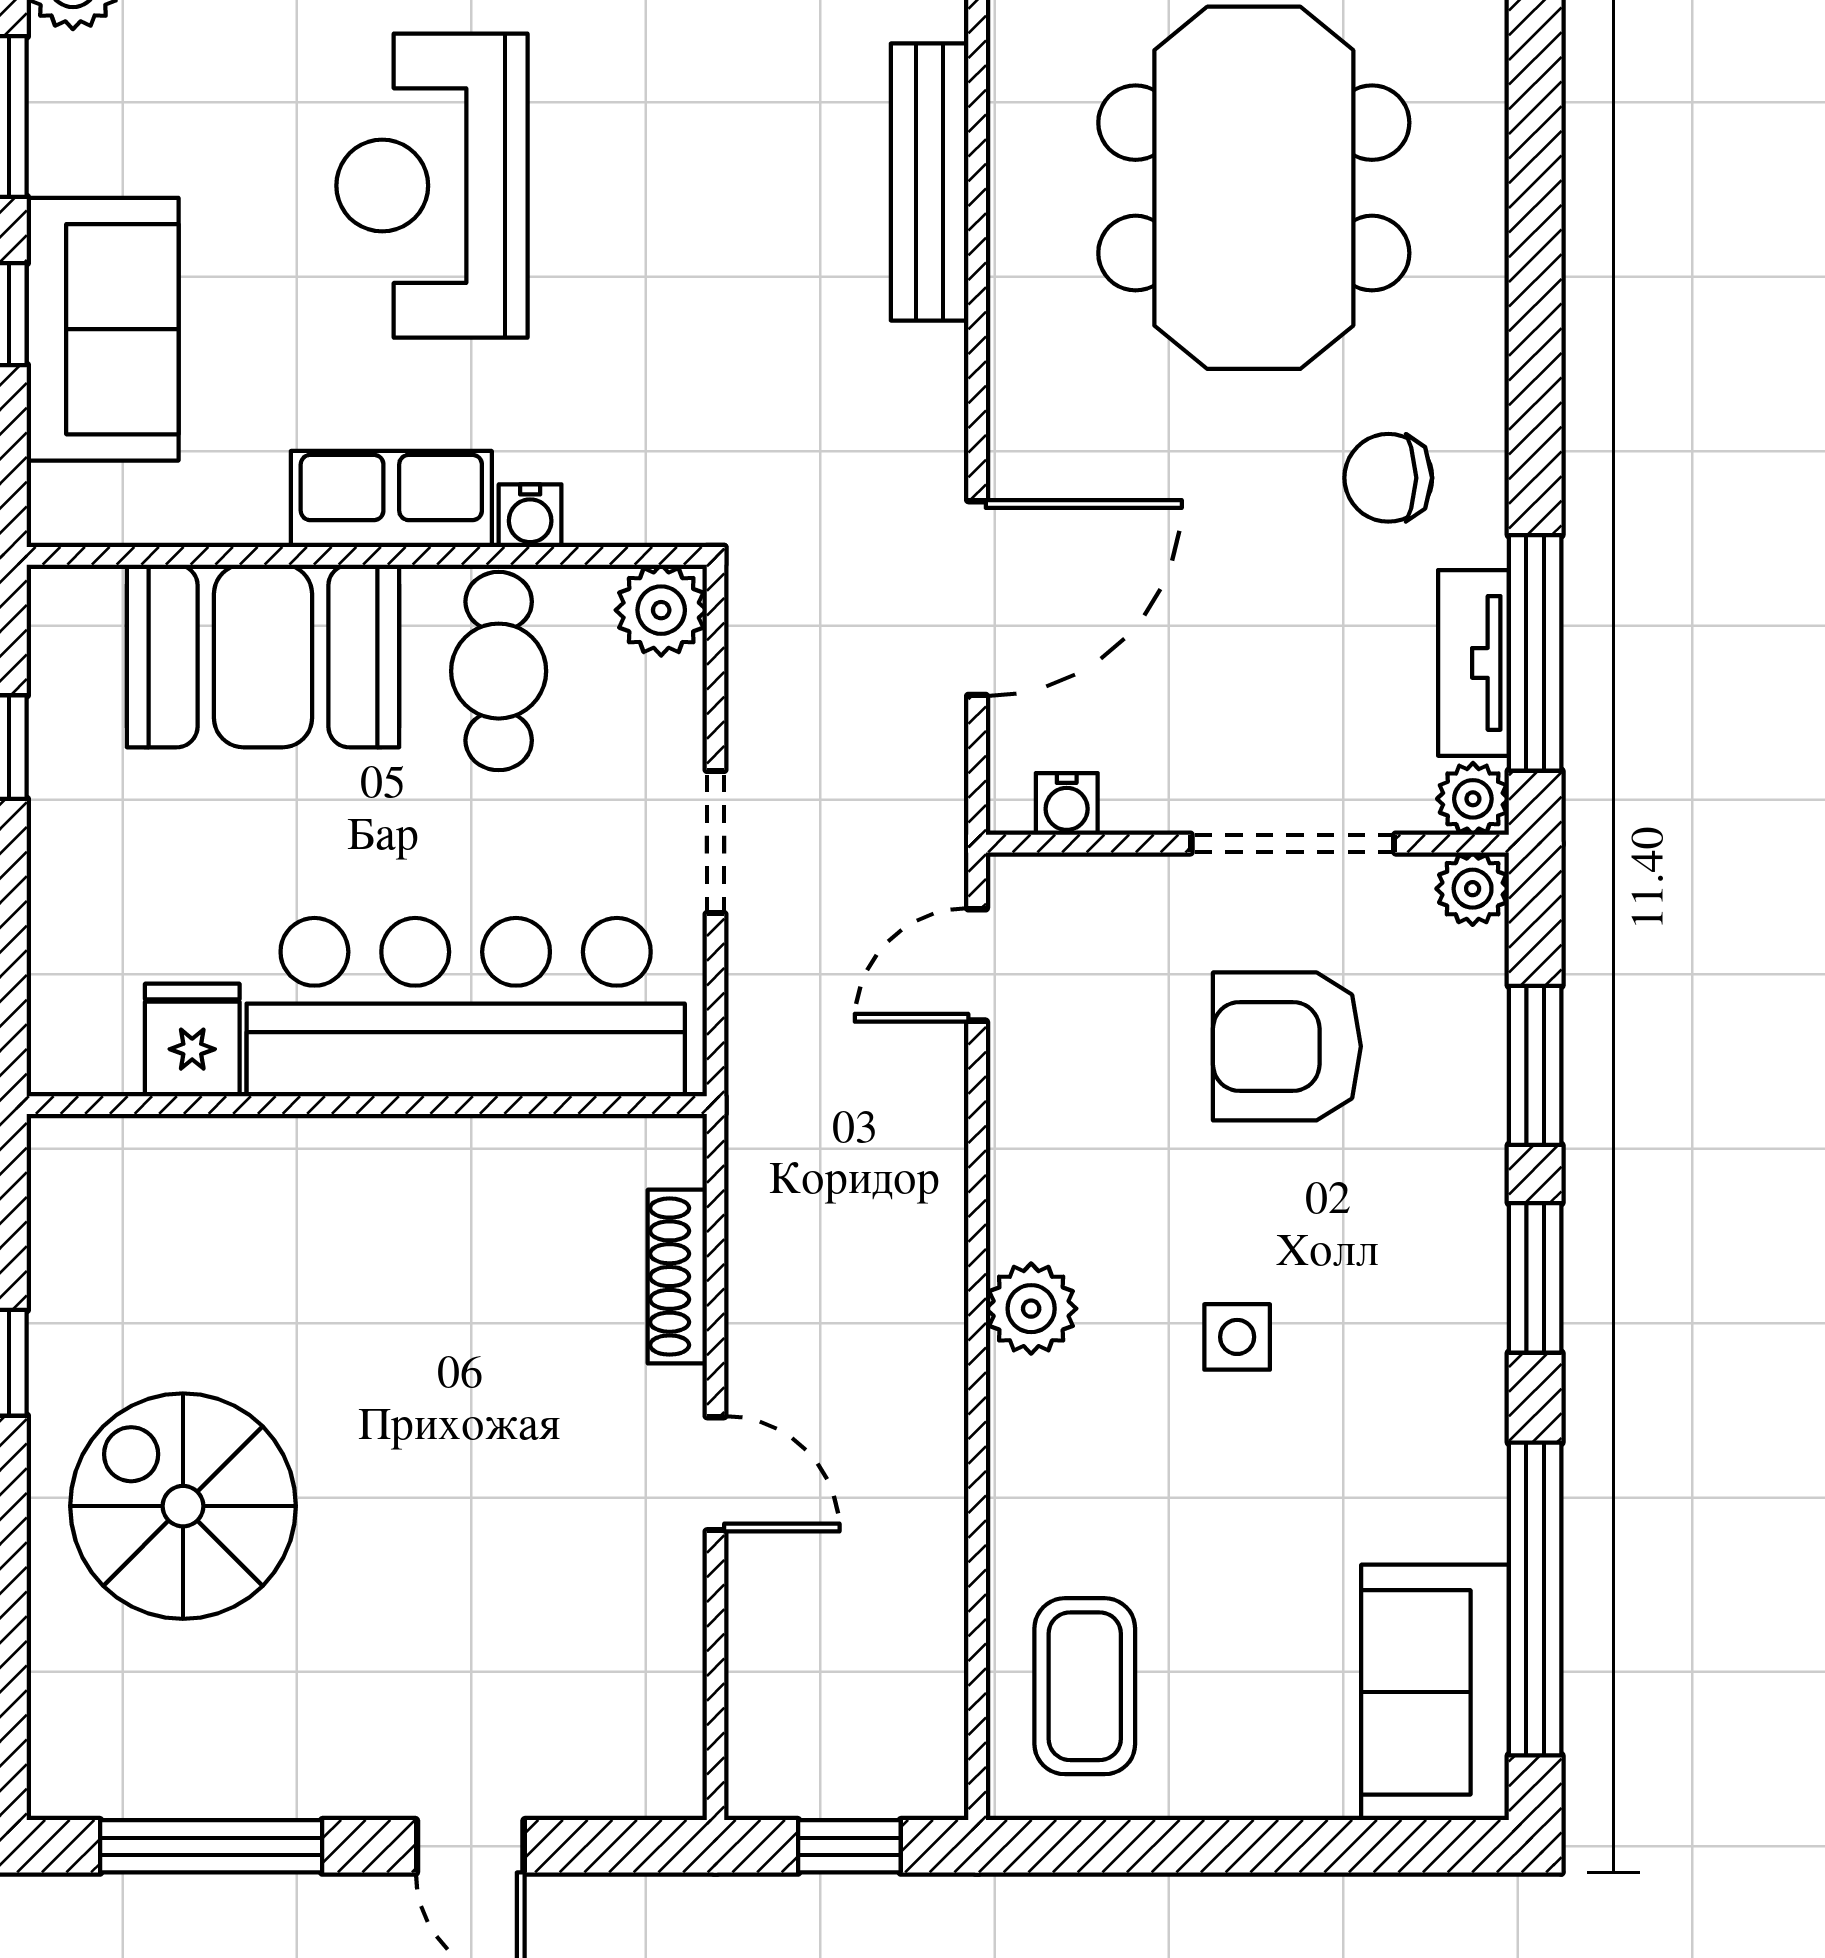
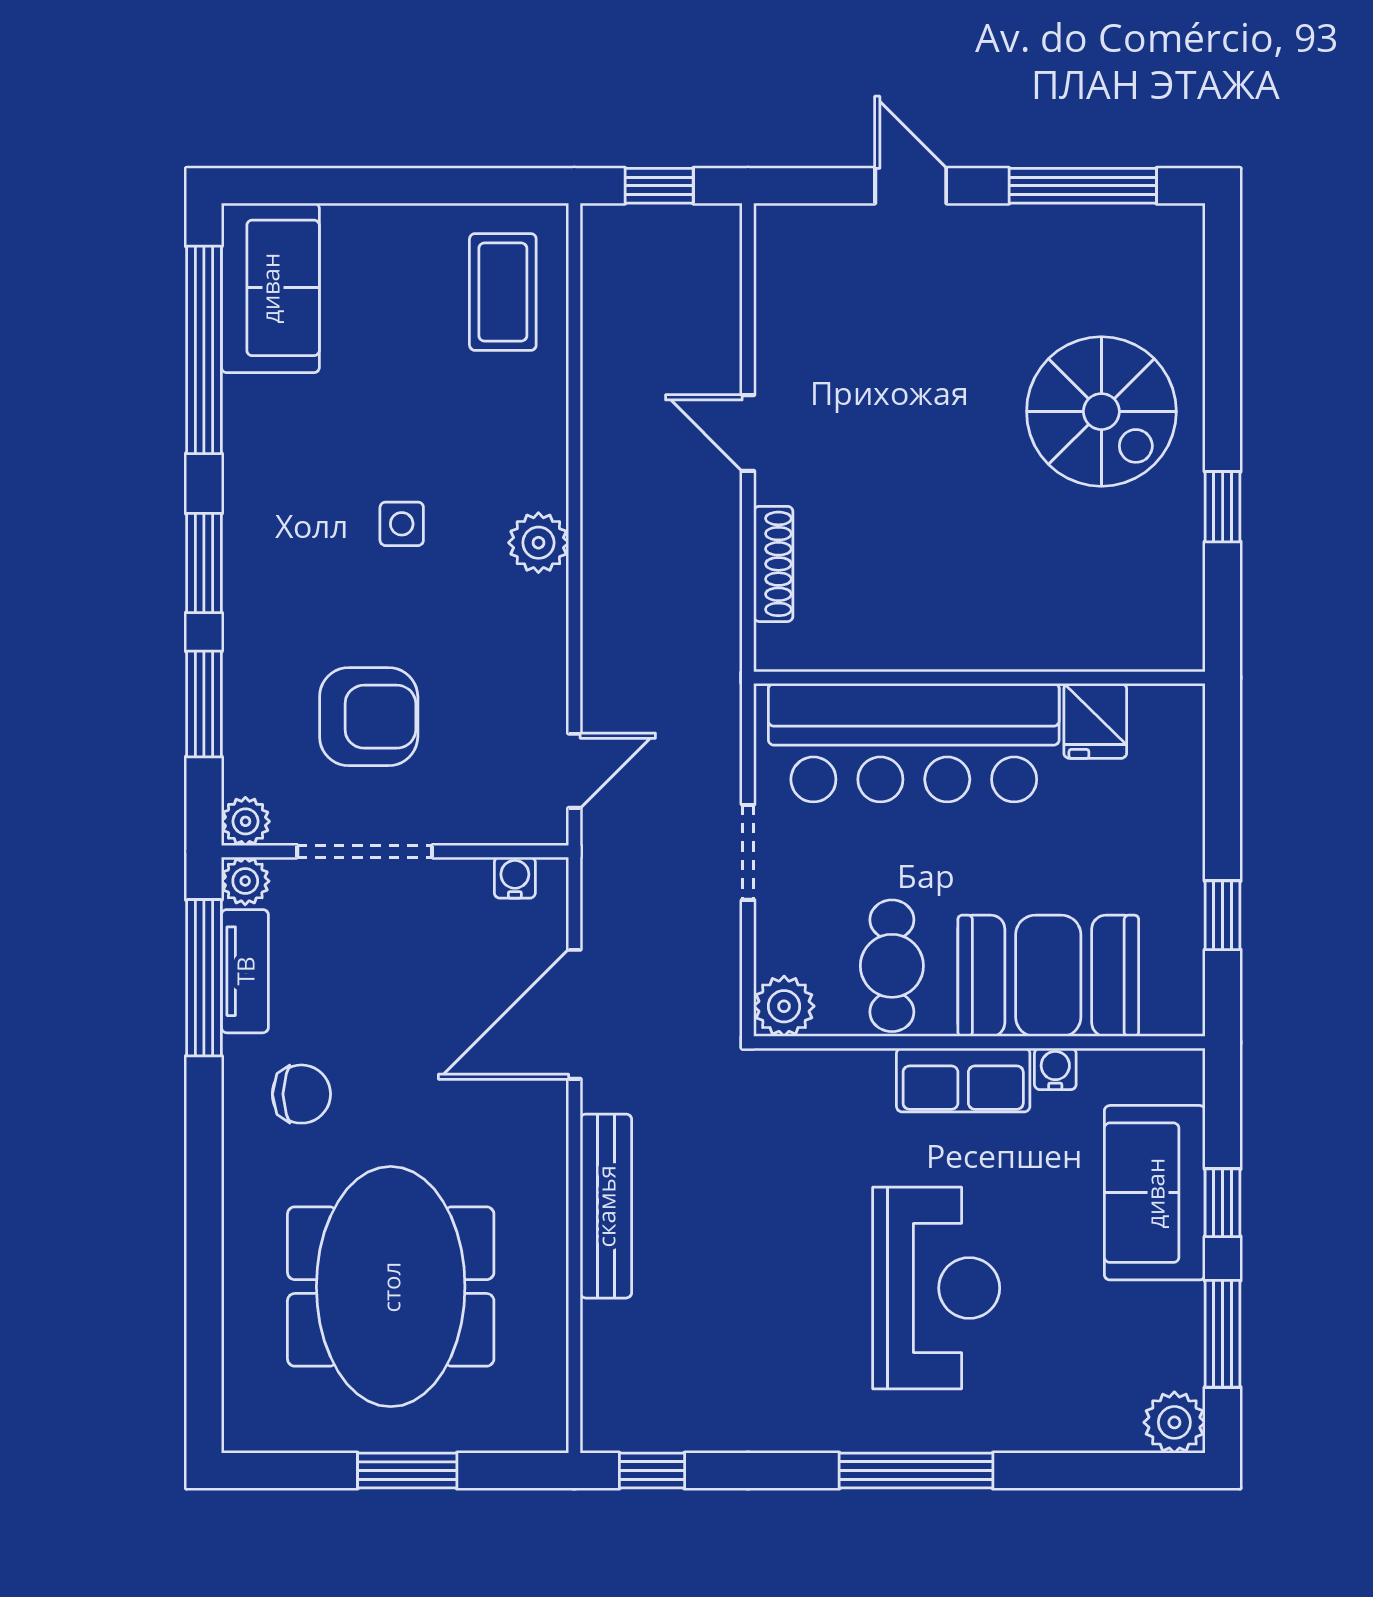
bench: (930, 182) -> (606, 1206), moved
water cooler: (530, 516) -> (1055, 1069), moved

